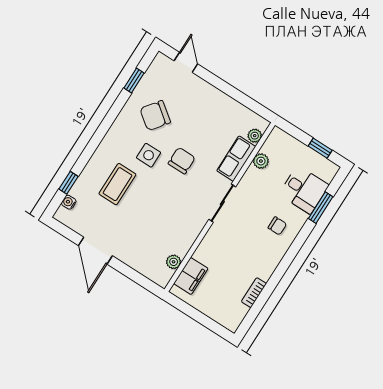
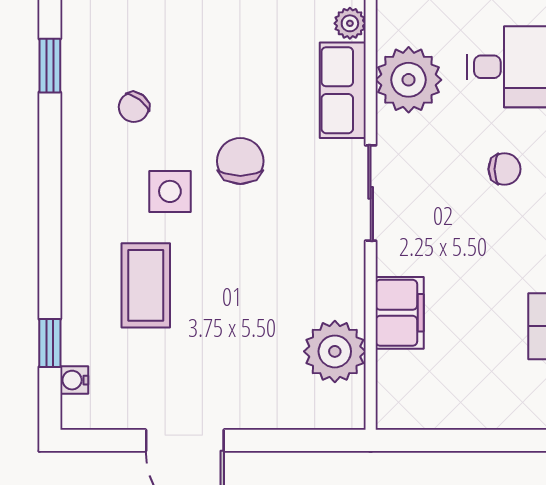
chair: (155, 116) -> (134, 107), width x0.54, depth x0.54
plant: (261, 161) -> (409, 80), width x1.87, depth x1.87
plant: (174, 262) -> (335, 351), width x1.88, depth x1.88
filing cabinet: (191, 276) -> (400, 313), moved

